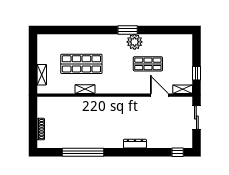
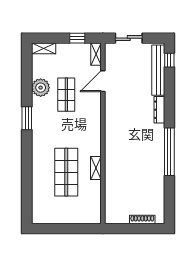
plant: (135, 42) -> (41, 88), moved
shelving: (42, 75) -> (44, 48), moved
bench: (169, 143) -> (158, 70), added
window: (83, 152) -> (169, 152), moved

